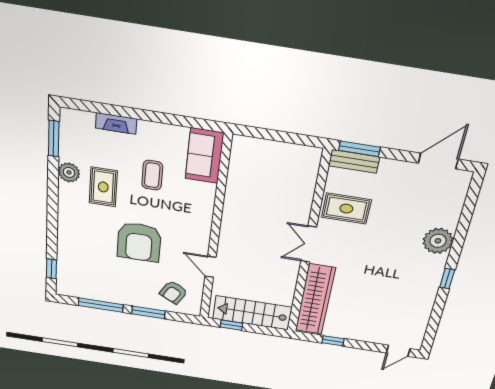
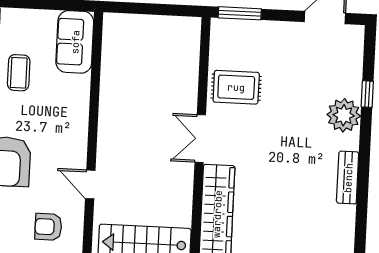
bench: (354, 161) -> (348, 178), moved, turned 90
window: (447, 279) -> (367, 94), moved
armchair: (174, 292) -> (48, 227), turned 61

